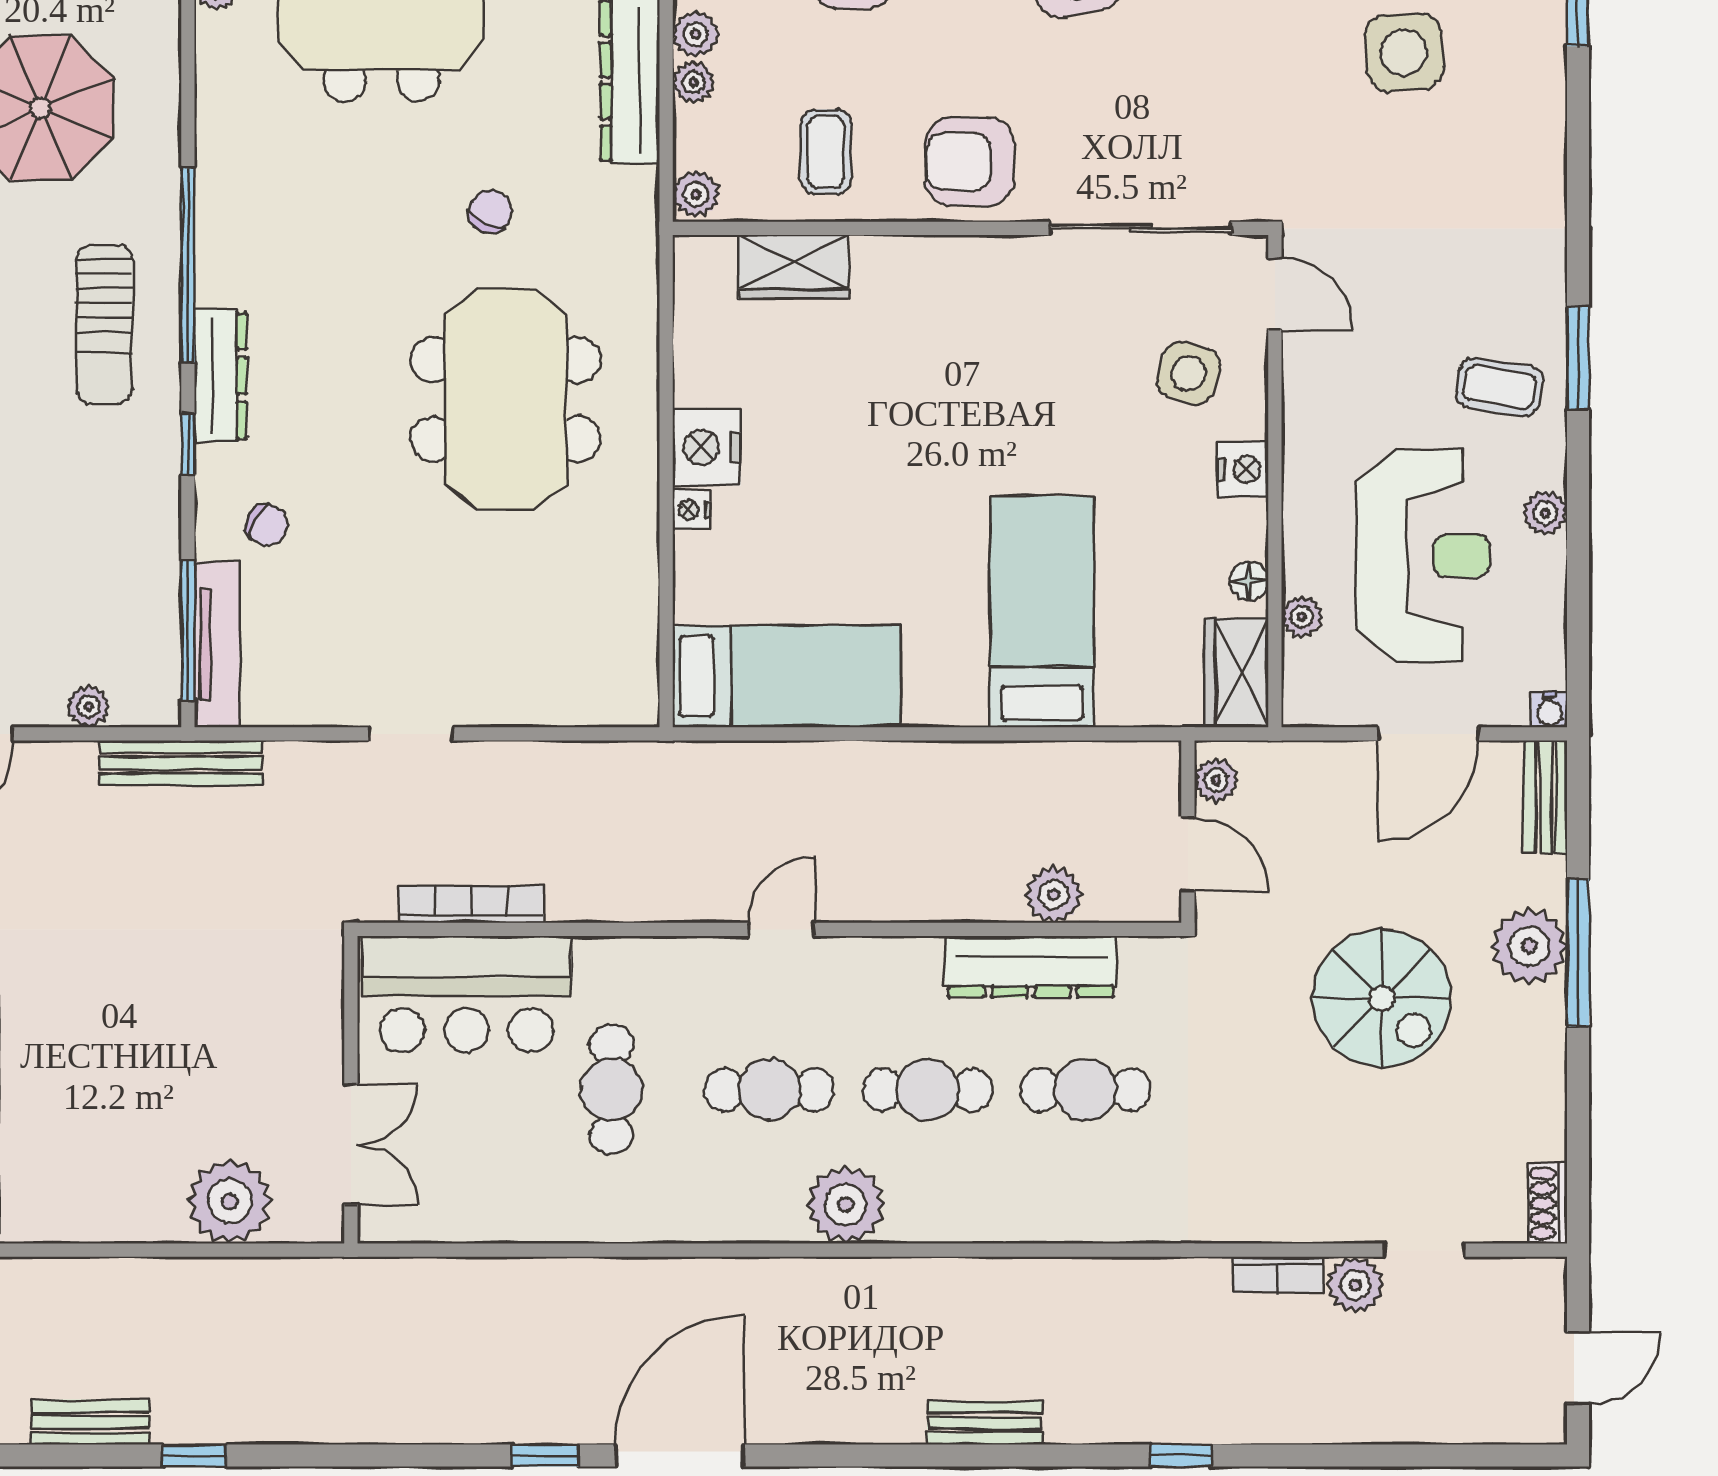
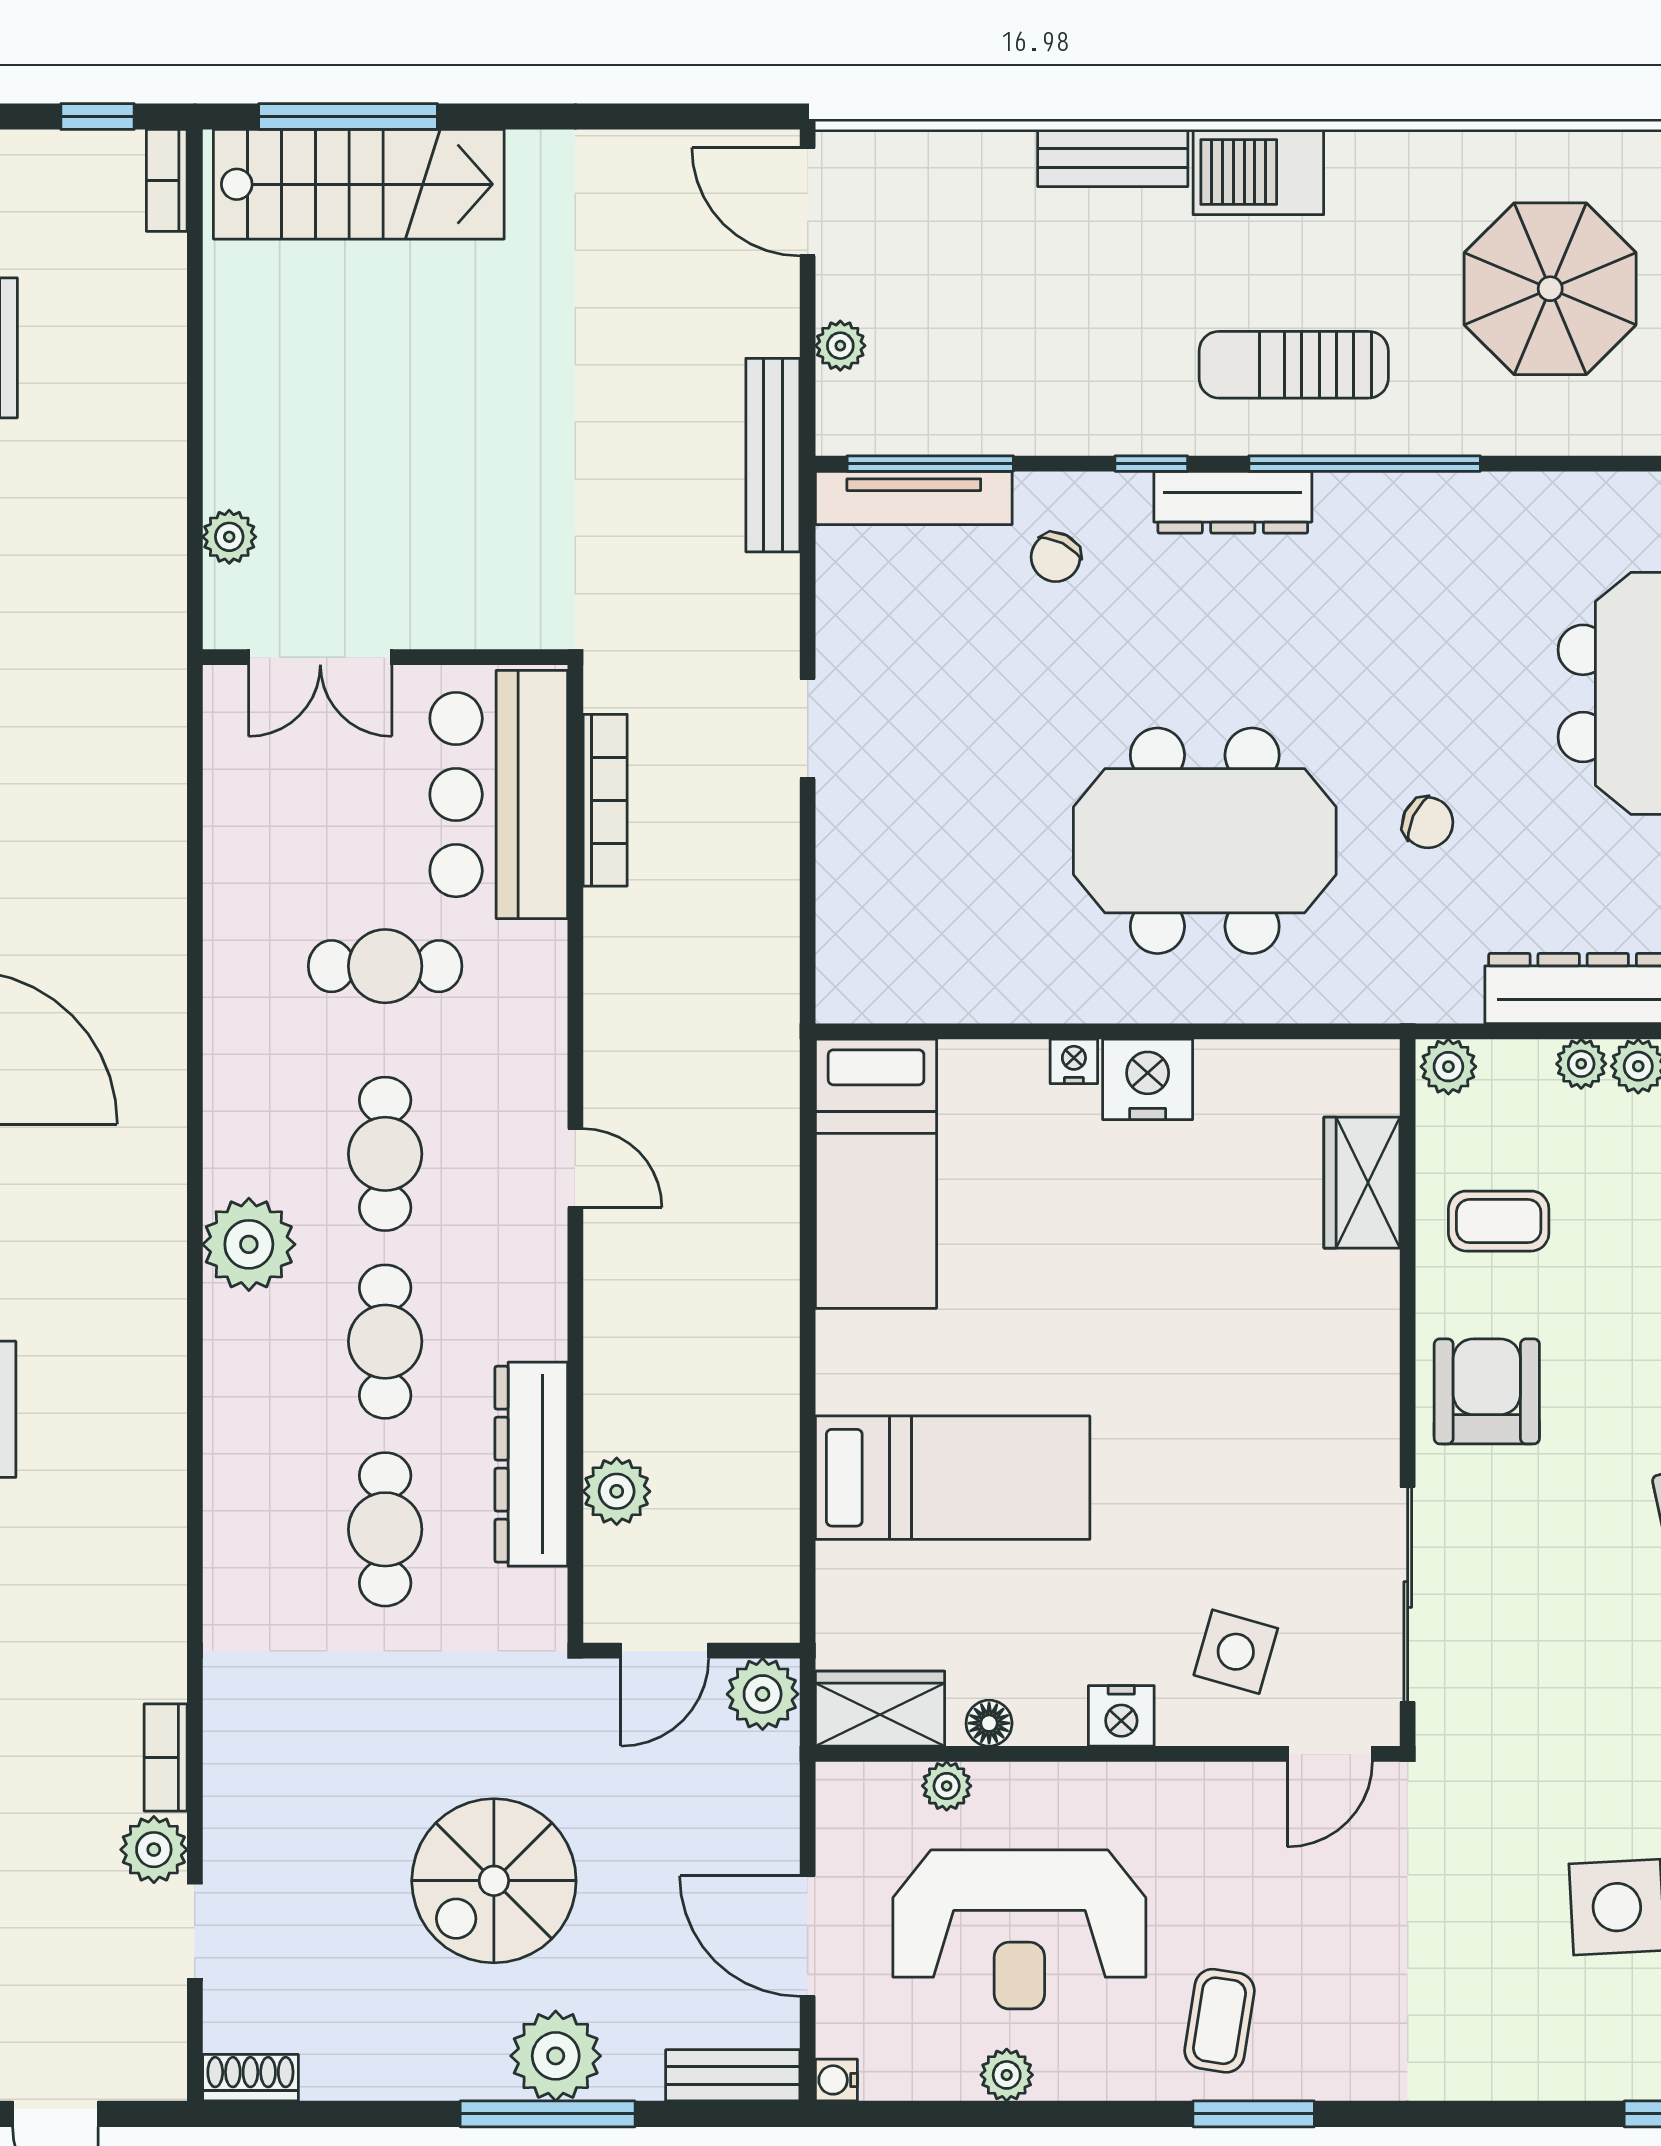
plant: (1545, 513) -> (1007, 2075), moved
plant: (1216, 780) -> (763, 1694), width x1.38, depth x1.38
plant: (230, 1201) -> (229, 537), width x0.53, depth x0.53

